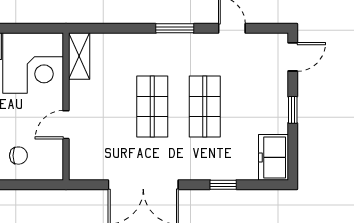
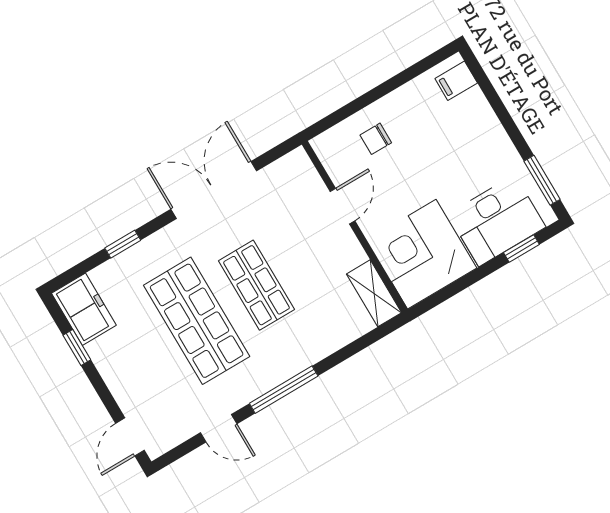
window: (175, 28) -> (284, 390), width x1.44
shop shelf: (205, 107) -> (197, 321), width x1.43, depth x1.36
window: (293, 110) -> (77, 348), moved

